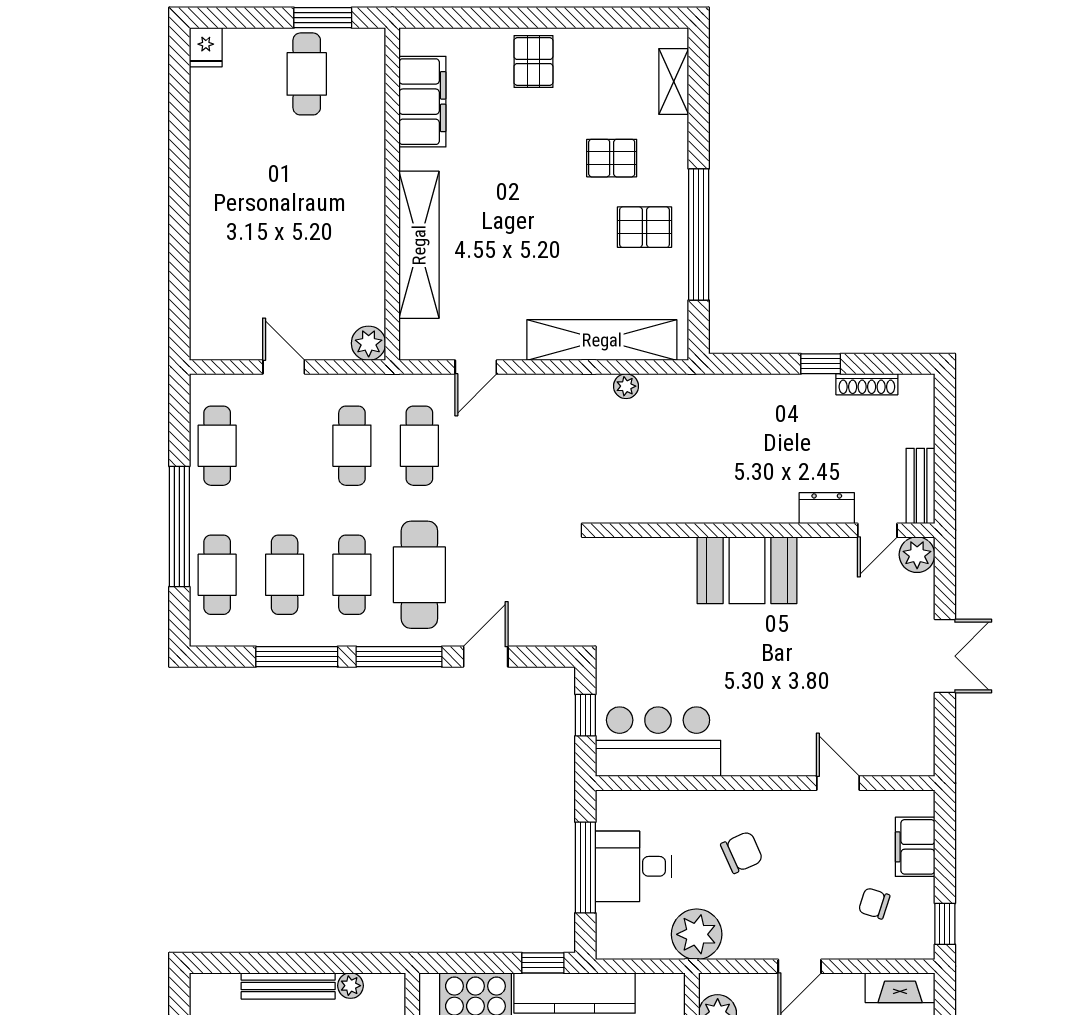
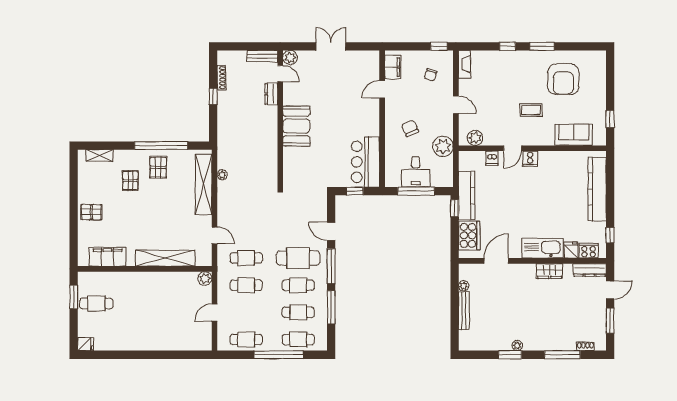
filing cabinet: (915, 847) -> (393, 67), moved, turned -90

